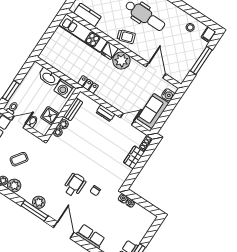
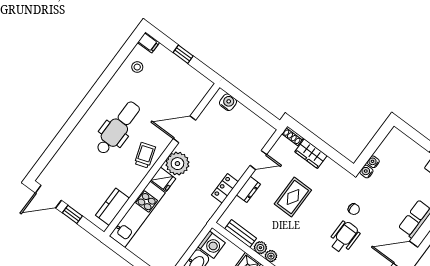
window: (201, 60) -> (183, 54), width x0.46
door: (156, 70) -> (184, 129), moved
locker: (88, 85) -> (225, 188), moved
sofa: (153, 111) -> (249, 124), removed
door: (127, 119) -> (258, 160), swing flipped
rug: (102, 146) -> (293, 197), added
wheelchair: (75, 185) -> (344, 237), turned 90

